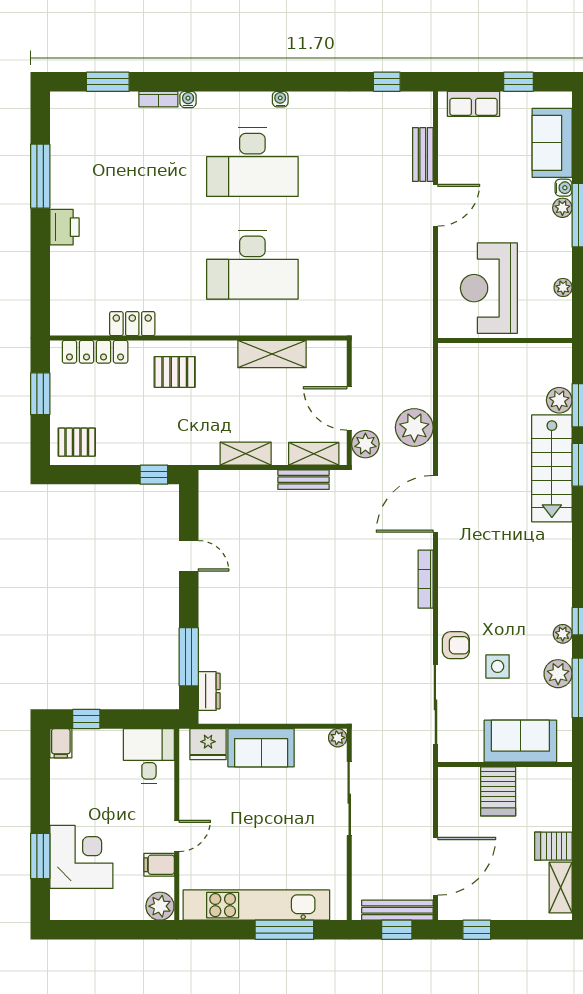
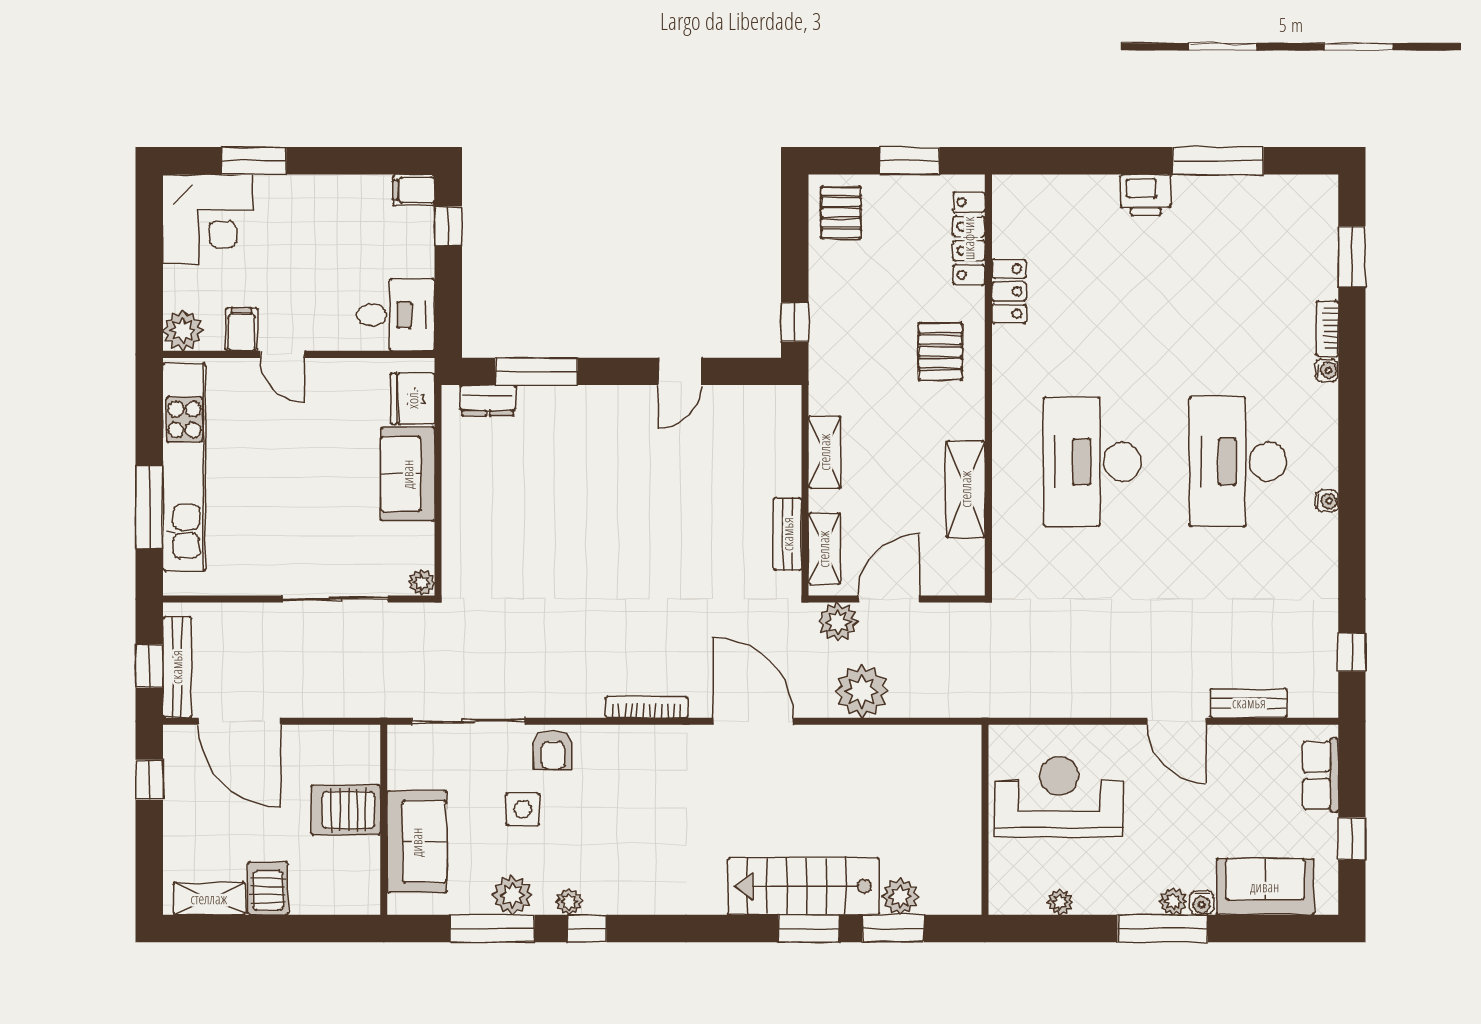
corner desk: (81, 857) -> (208, 219), moved

